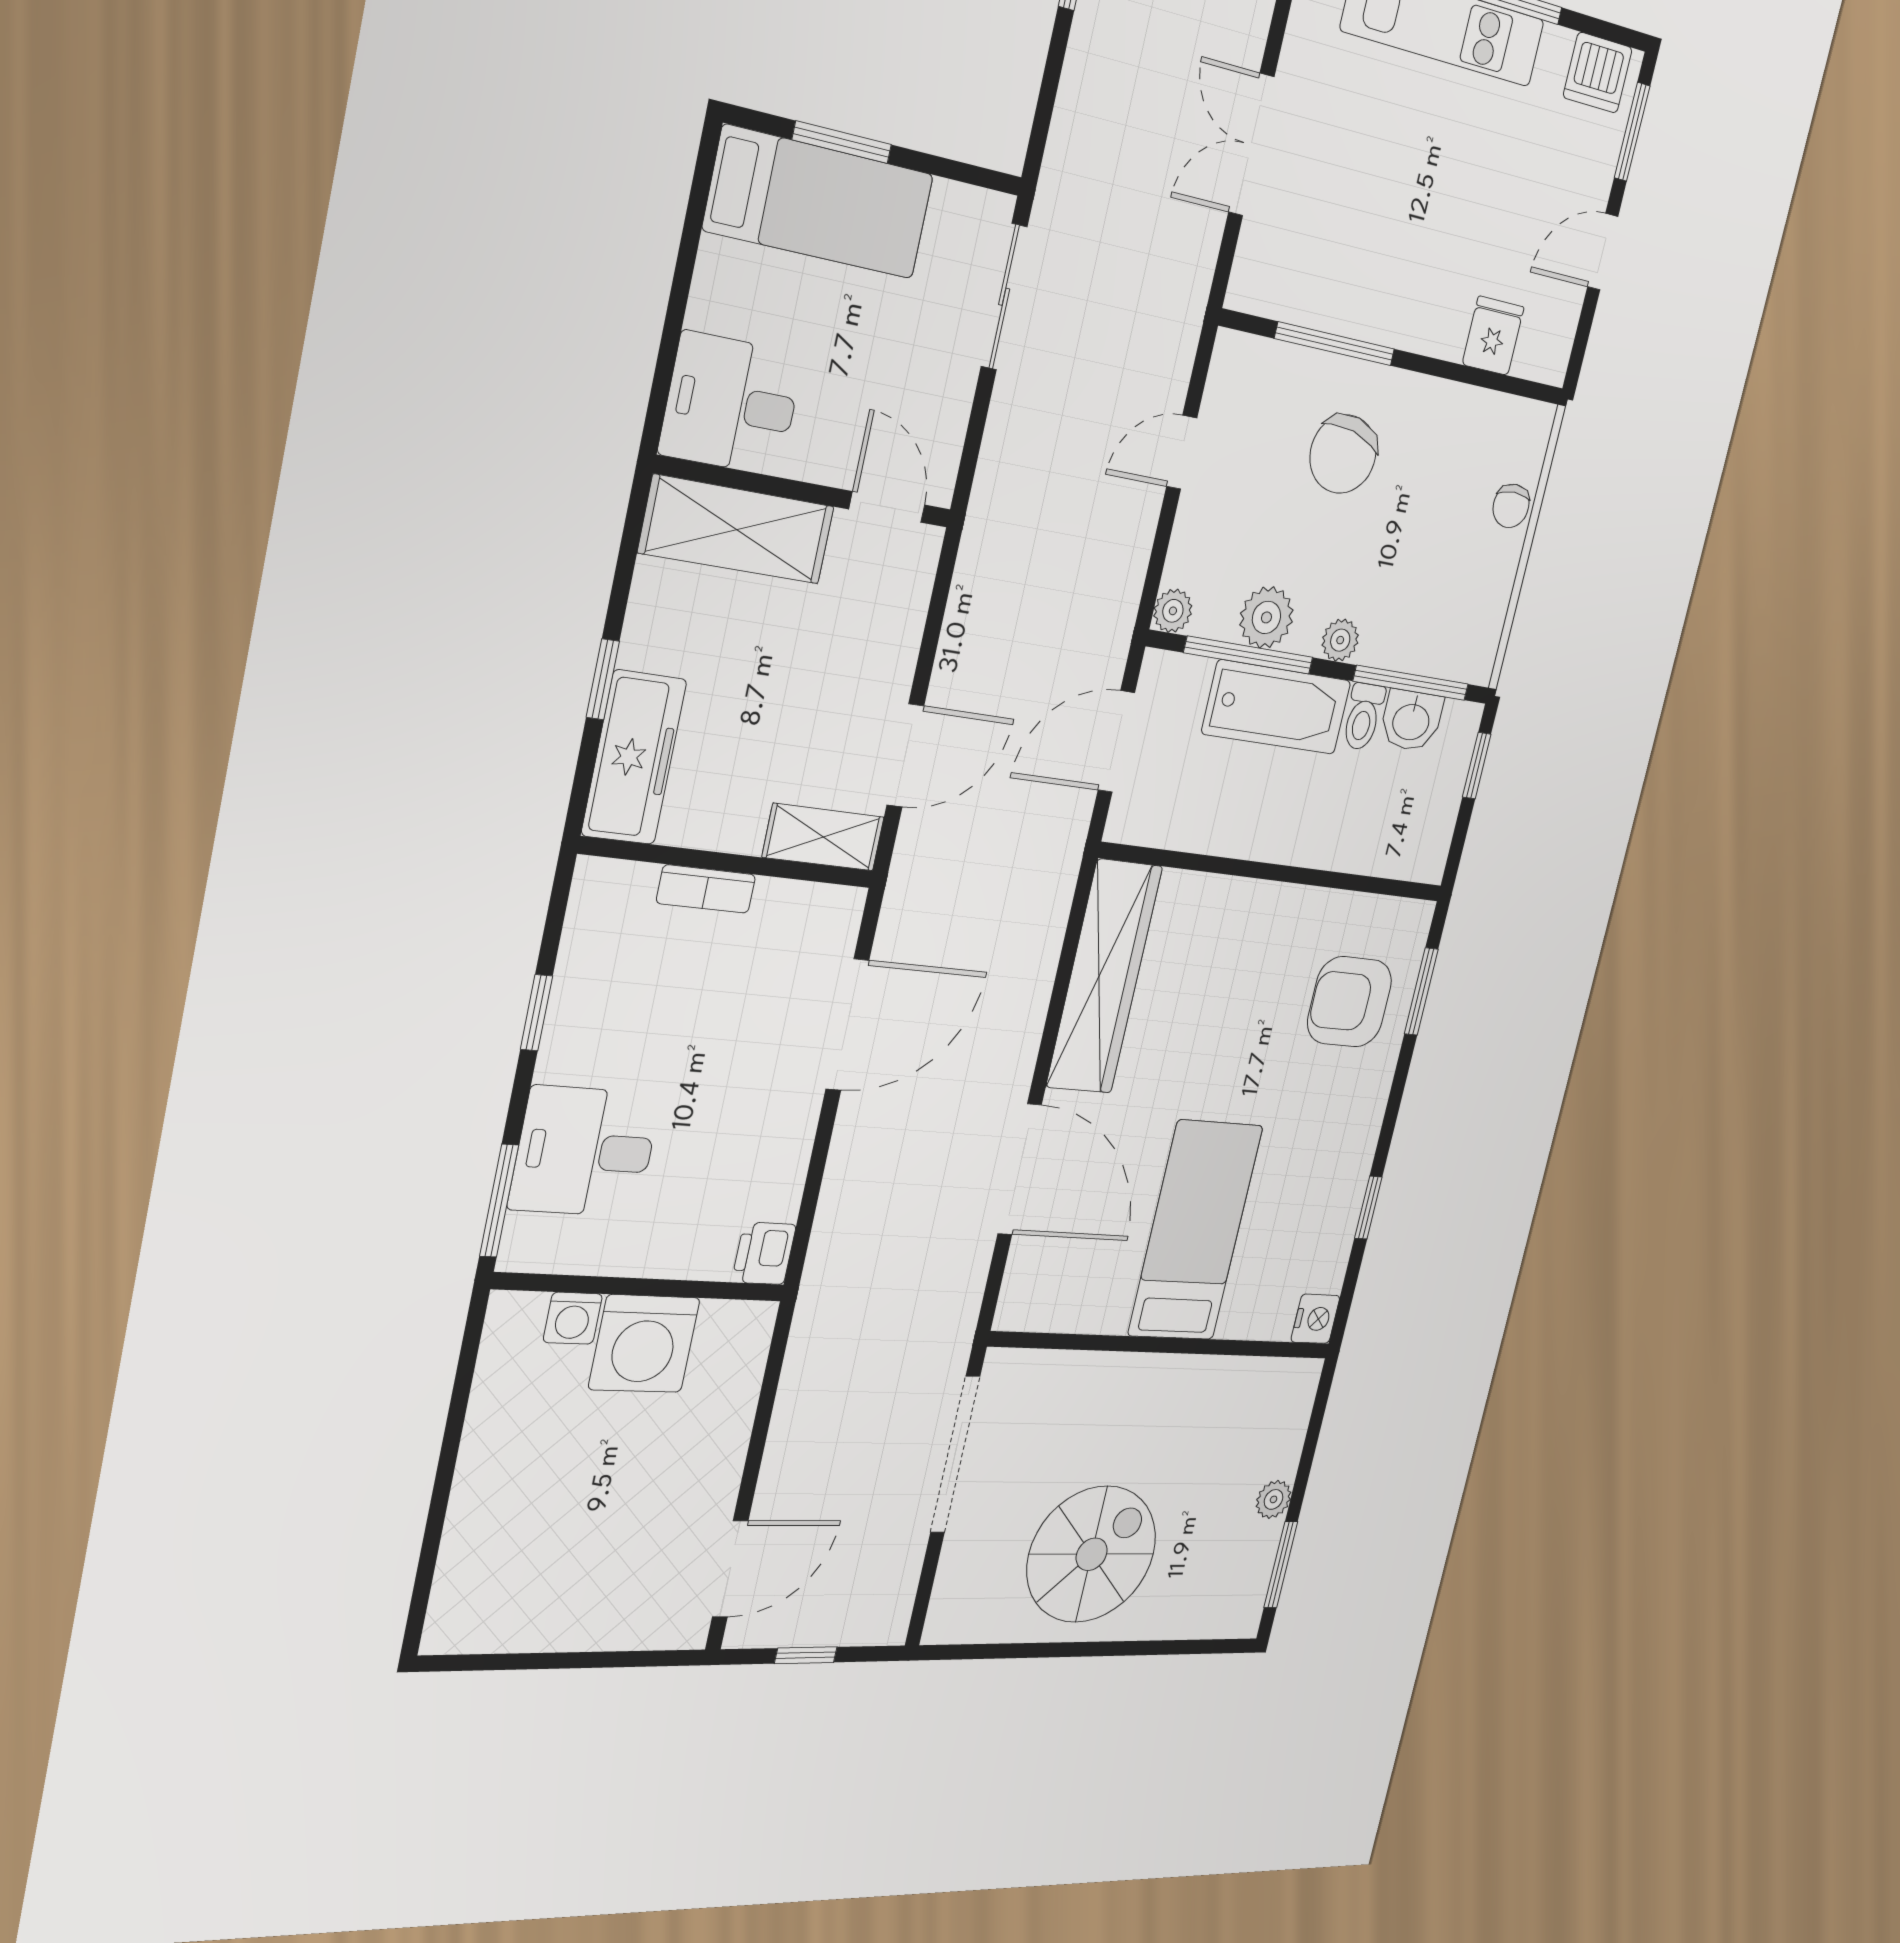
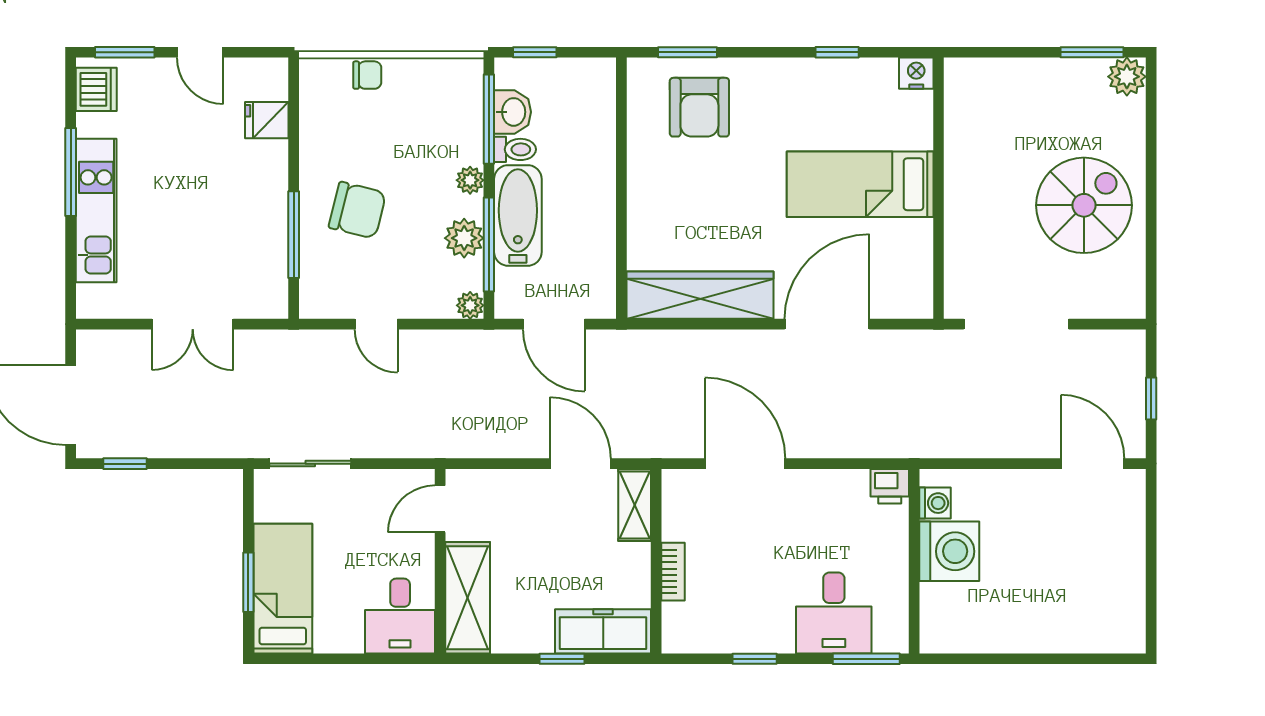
washing machine: (573, 1318) -> (935, 503), moved
plant: (1274, 1499) -> (1127, 77), moved, width x1.38, depth x1.38
spiral stairs: (1092, 1554) -> (1084, 205), turned 90

